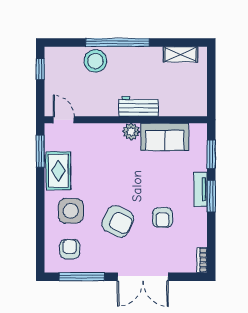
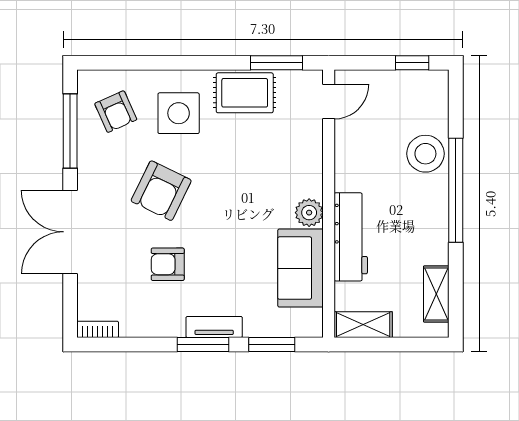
shelving: (199, 99) -> (363, 325), added
workbench: (139, 106) -> (351, 237), width x1.38
armchair: (70, 249) -> (116, 112), turned 66

